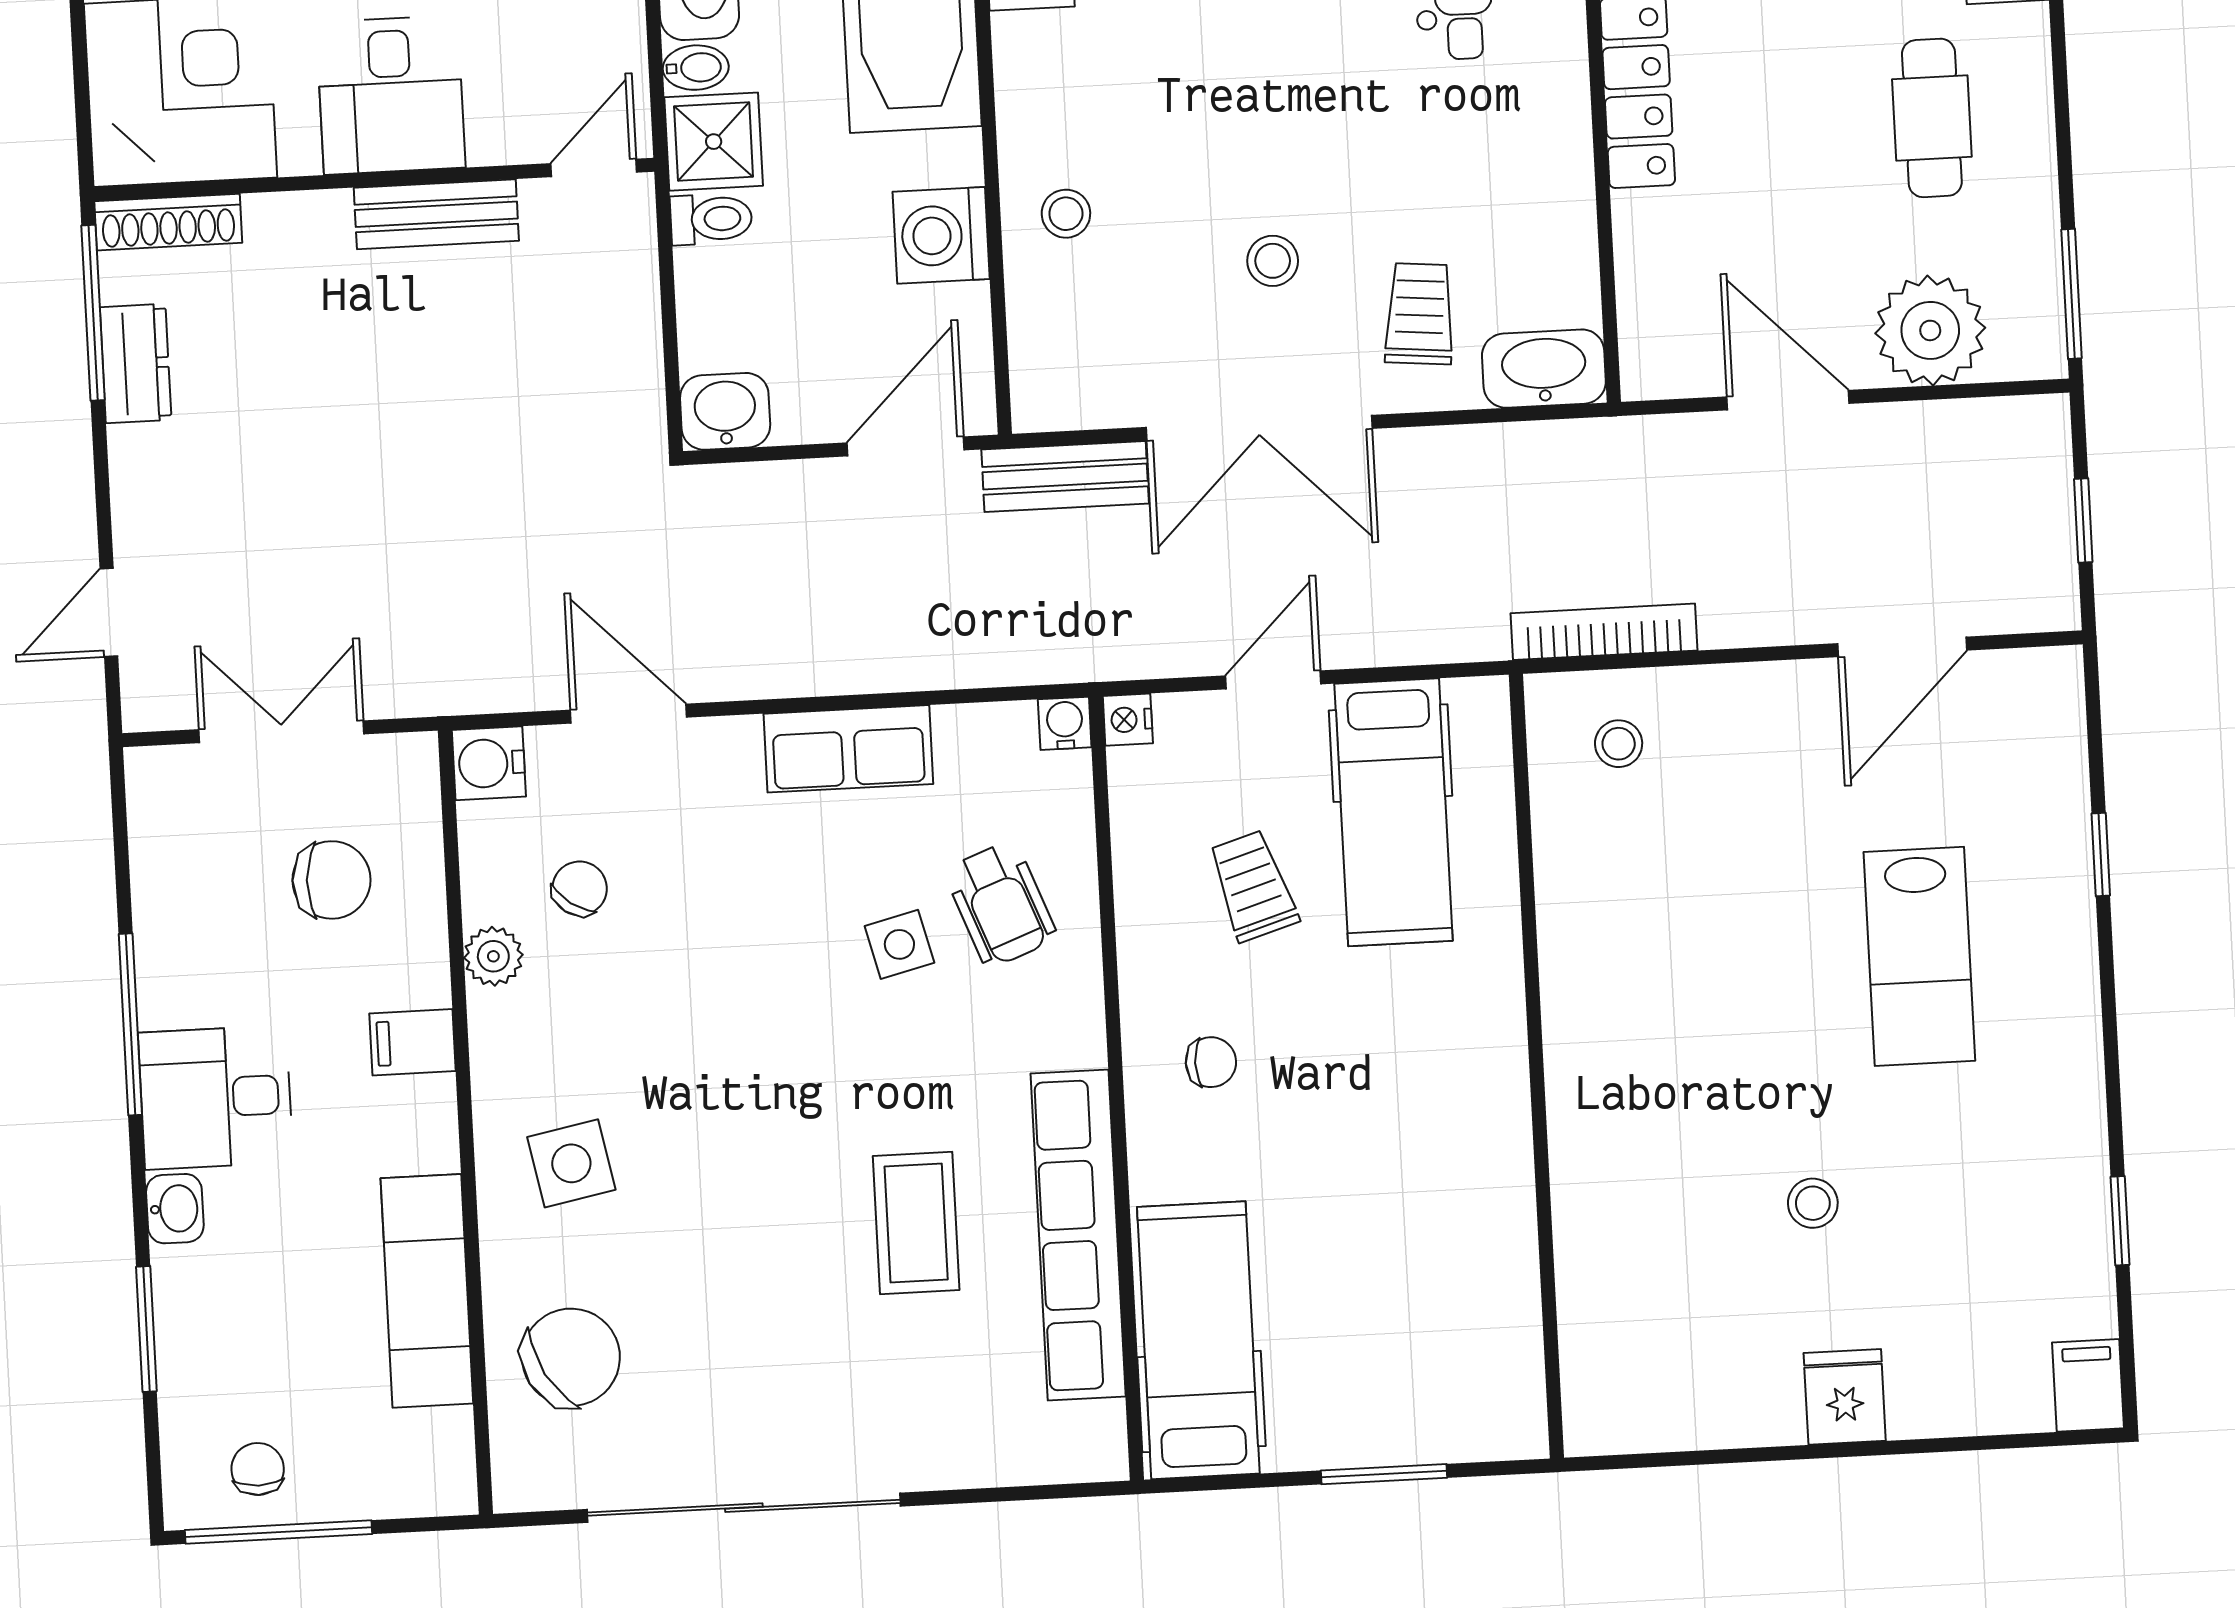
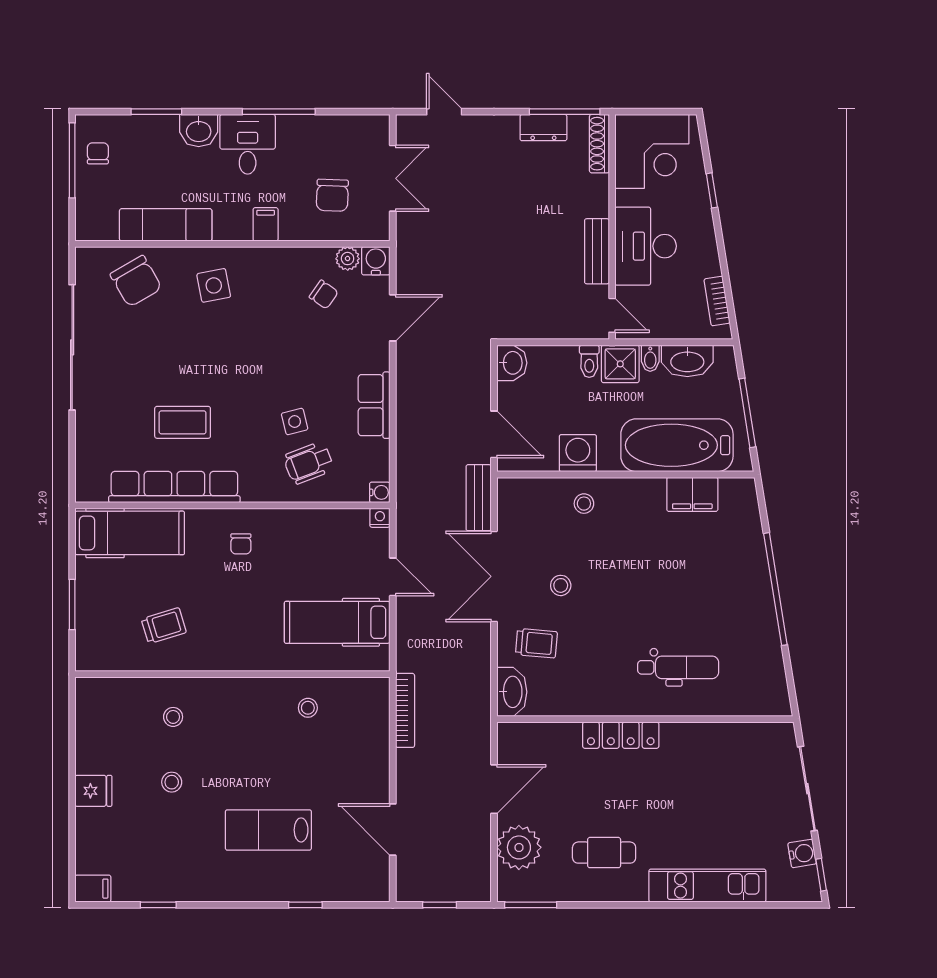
desk: (391, 95) -> (646, 246), width x1.37
stool: (1619, 744) -> (308, 708), moved
trolley: (1253, 886) -> (164, 626), moved
plant: (493, 956) -> (348, 259), moved
stool: (1650, 1208) -> (173, 717), added
washbasin: (175, 1209) -> (199, 131), width x1.38, depth x1.45
chair: (258, 1469) -> (98, 153), turned -90

